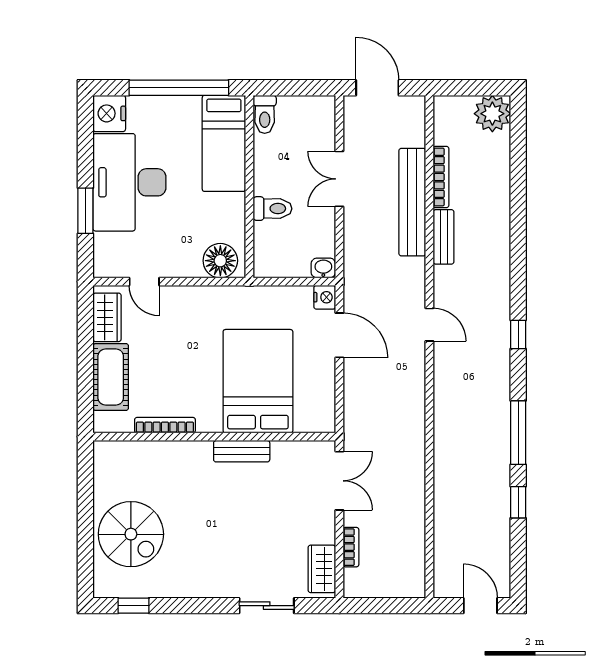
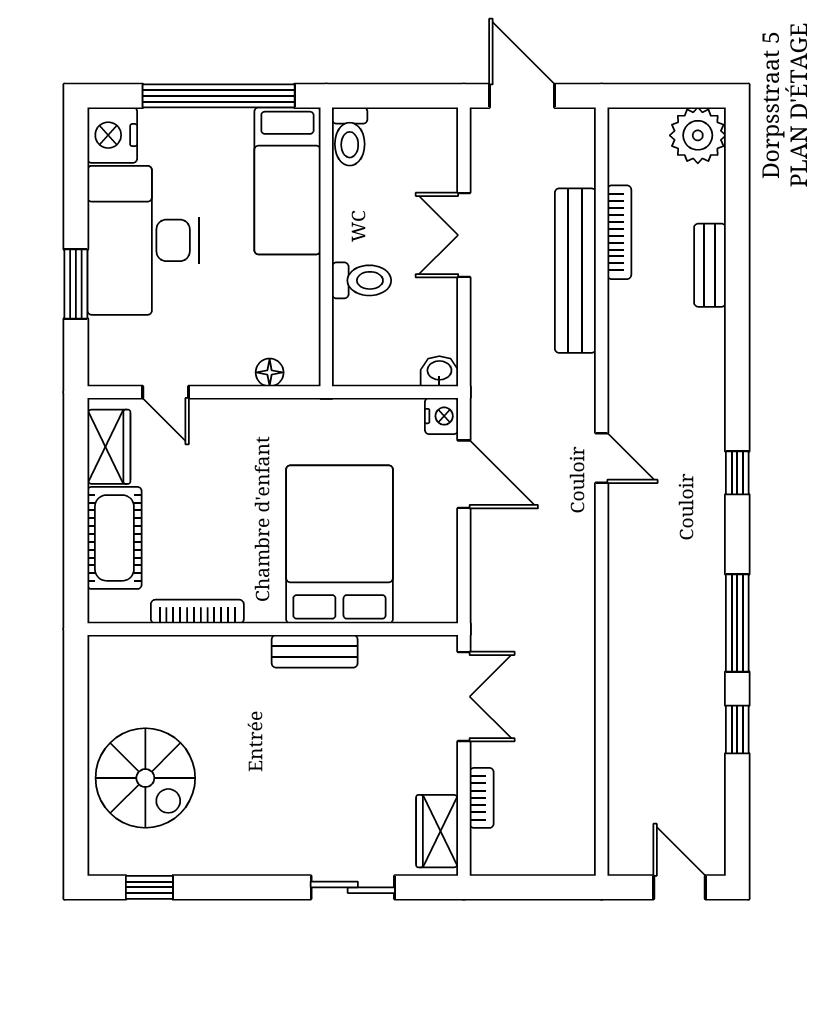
bench: (444, 237) -> (710, 265), moved
floor lamp: (220, 261) -> (270, 372), width x0.53, depth x0.53

